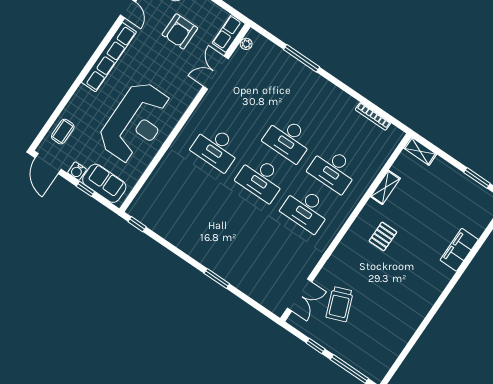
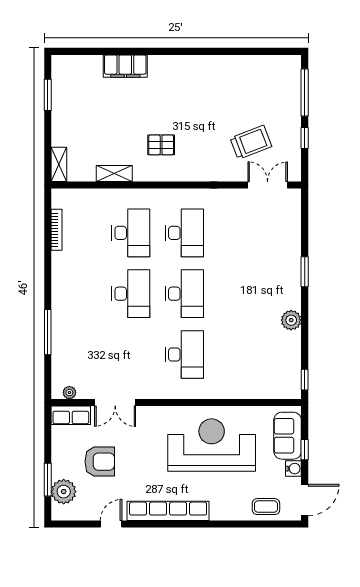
plant: (188, 244) -> (291, 320), added

